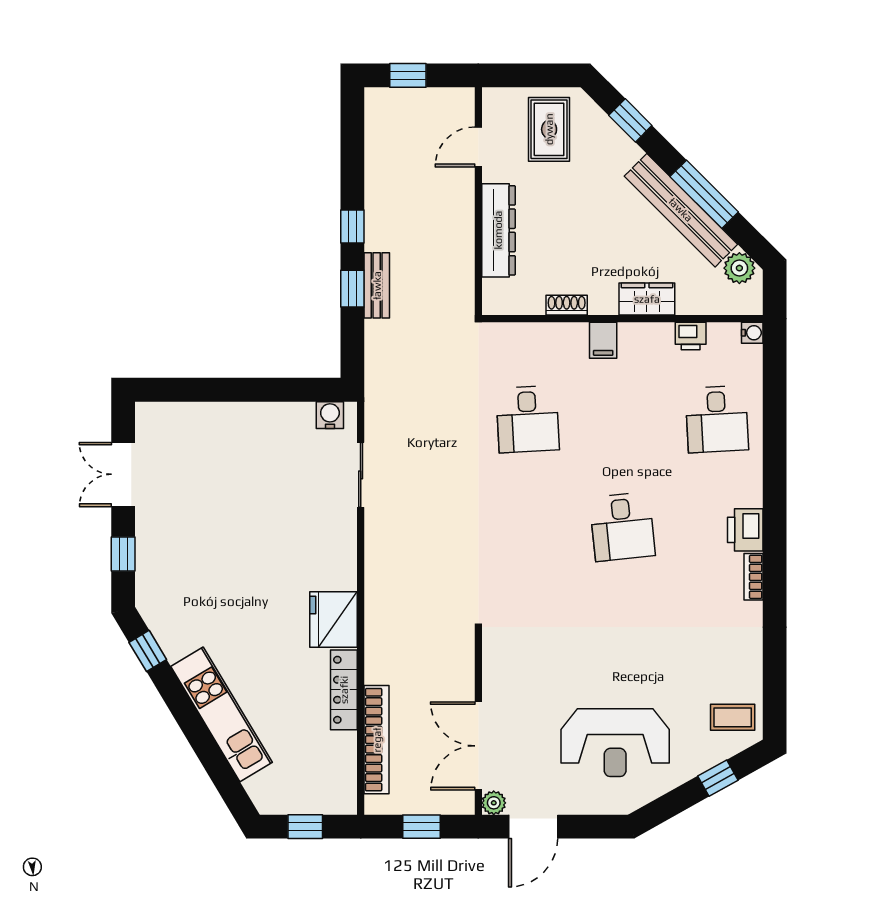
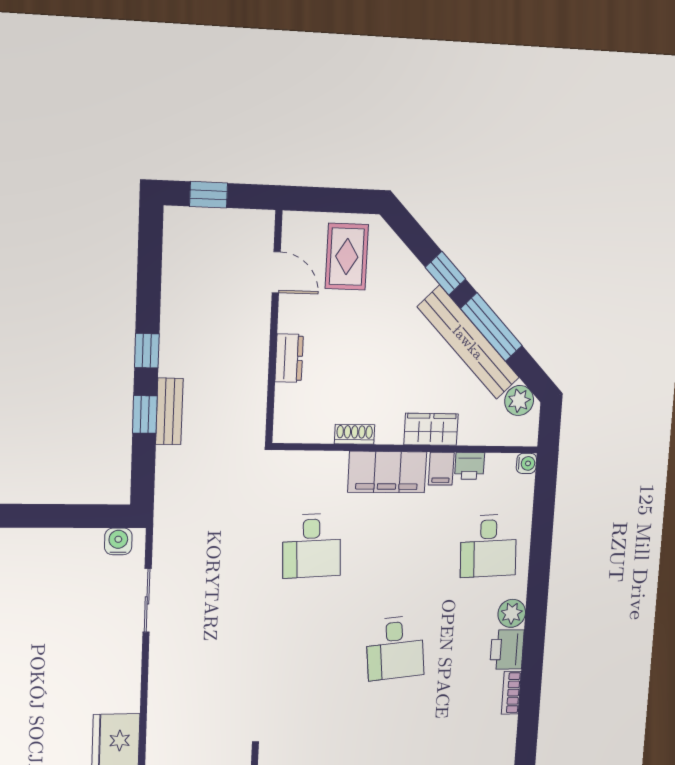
window: (630, 120) -> (445, 273), moved
door: (478, 147) -> (276, 272), swing flipped
dresser: (498, 230) -> (289, 358), width x0.51, depth x0.80
filing cabinet: (660, 339) -> (441, 469), added
filing cabinet: (603, 340) -> (387, 472), width x3.00, depth x1.17
plant: (748, 491) -> (512, 613), added

